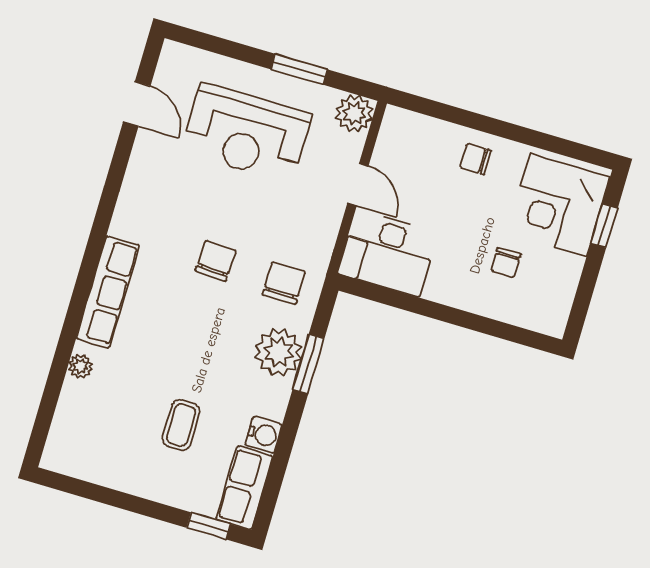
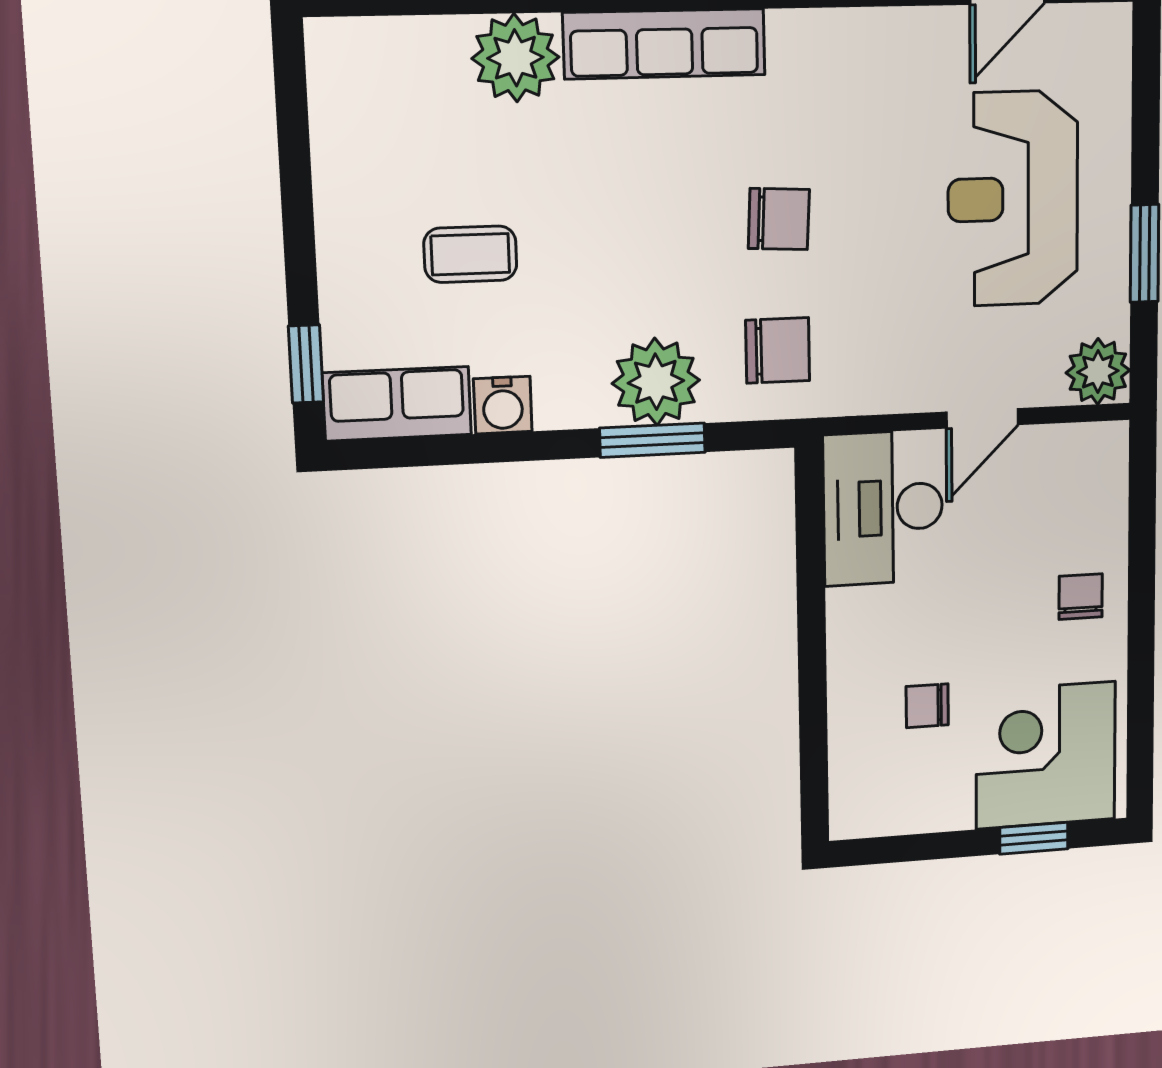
plant: (81, 366) -> (515, 58), width x1.88, depth x1.88

